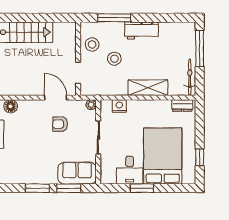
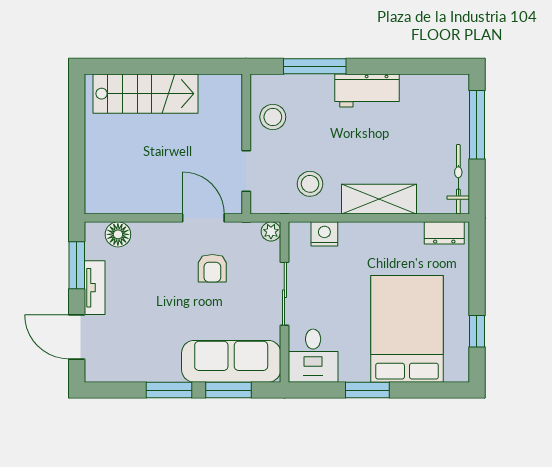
stool: (114, 59) -> (310, 184), moved
armchair: (60, 124) -> (212, 268), turned -90
desk: (130, 170) -> (313, 356), moved
sofa: (77, 173) -> (231, 361), width x1.36

